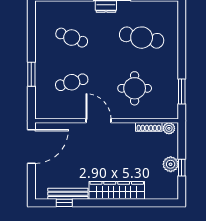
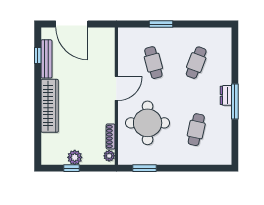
cafe table: (142, 38) -> (196, 130), width x0.73, depth x0.74
round table: (135, 88) -> (148, 123), width x1.36, depth x1.36
door: (31, 146) -> (72, 24), moved

